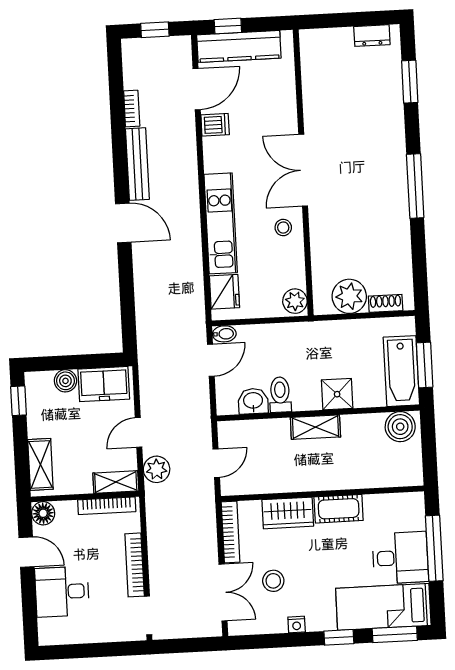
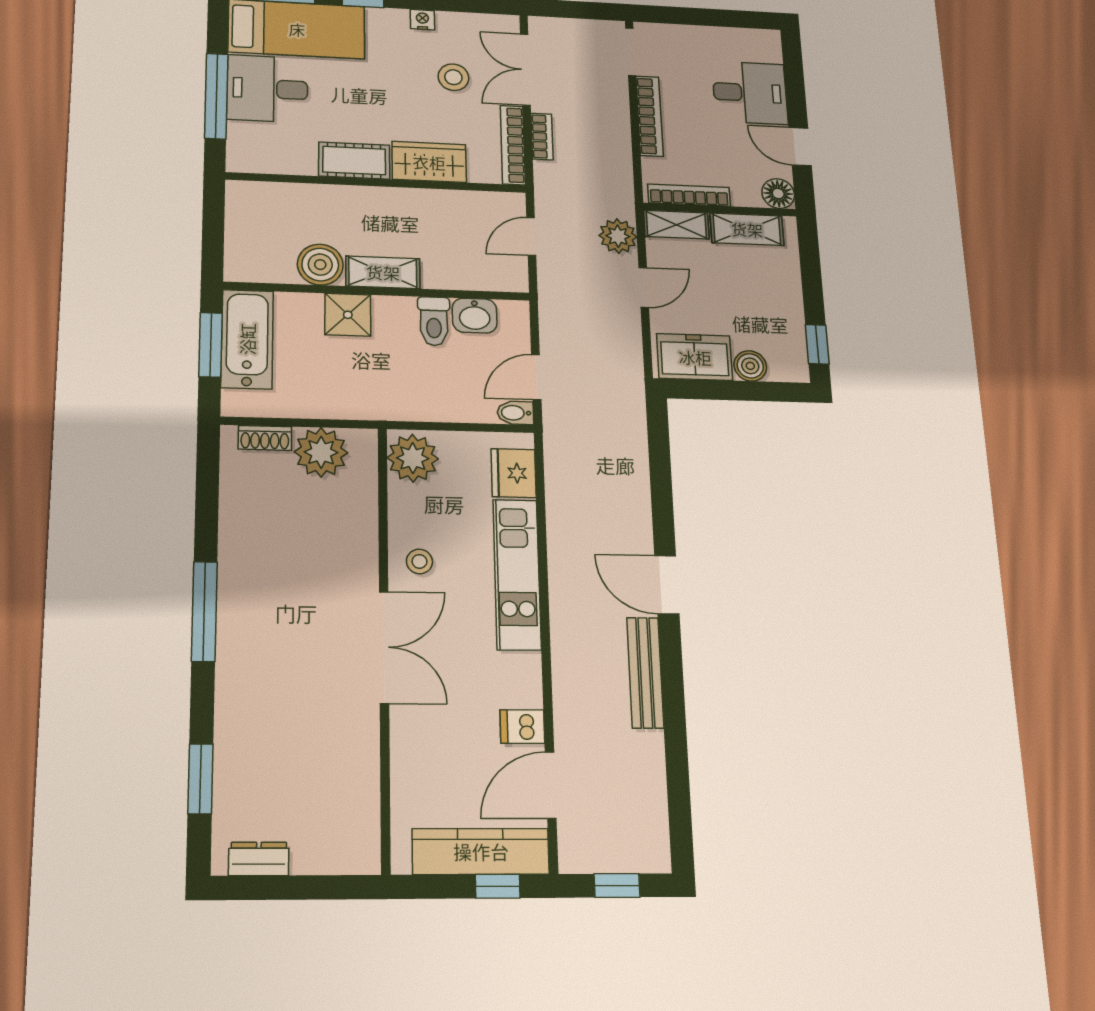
bookcase: (132, 109) -> (542, 137), moved, turned 180
plant: (295, 301) -> (413, 458), width x1.36, depth x1.36
boiler: (400, 427) -> (320, 265), moved
shelving: (40, 464) -> (747, 229), moved, turned 90

